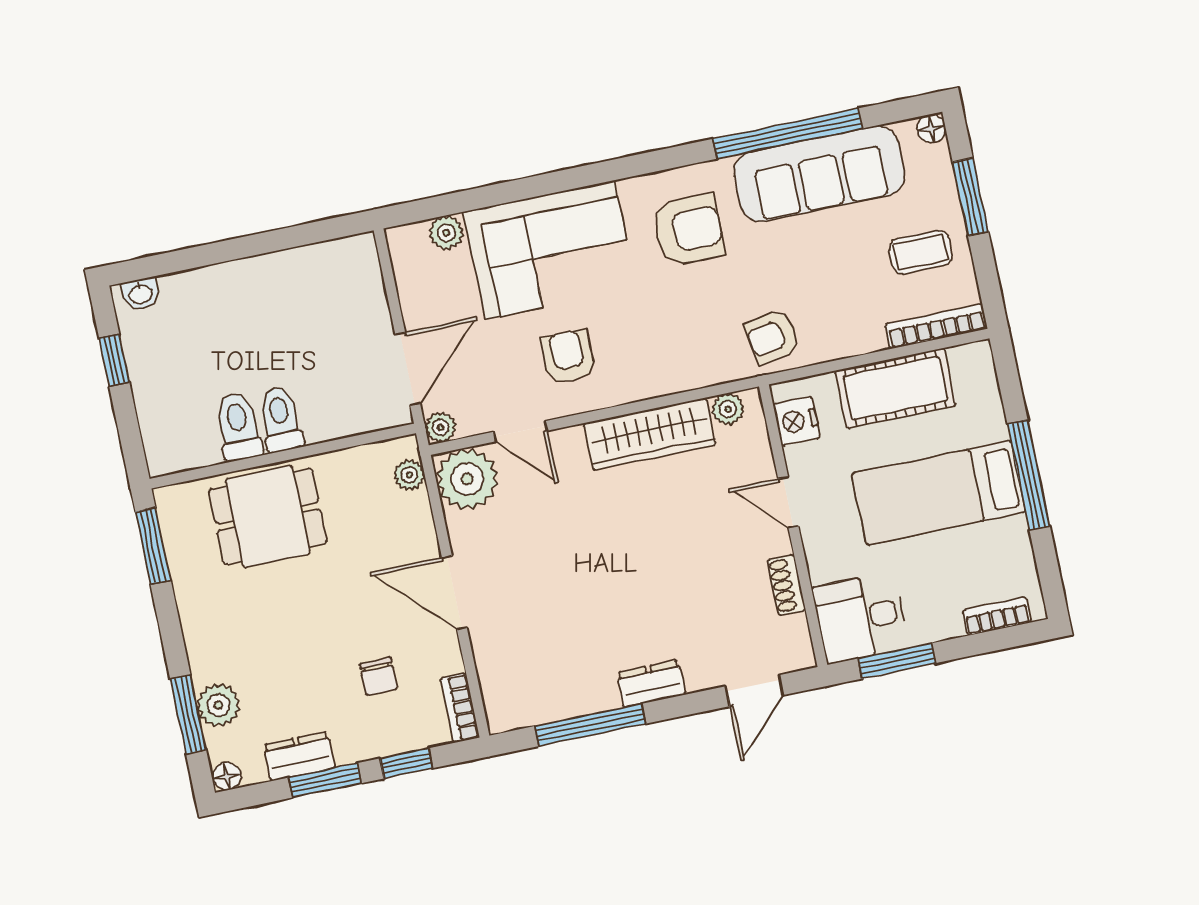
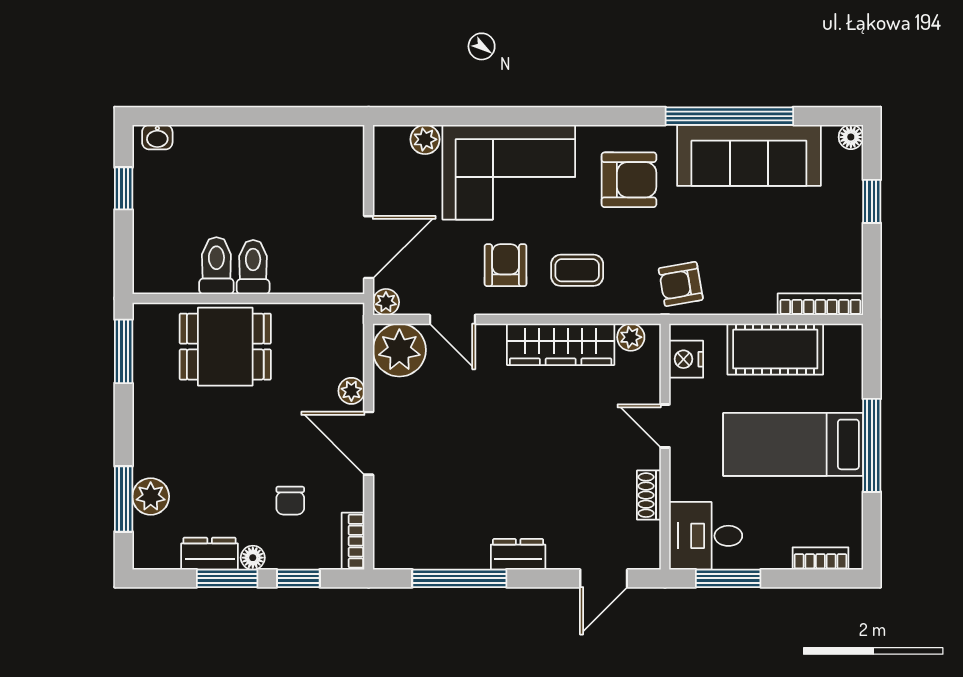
window: (970, 197) -> (872, 201), width x0.67
coffee table: (921, 252) -> (577, 270), moved
plant: (409, 475) -> (351, 391), moved
floor lamp: (227, 776) -> (253, 558), moved

